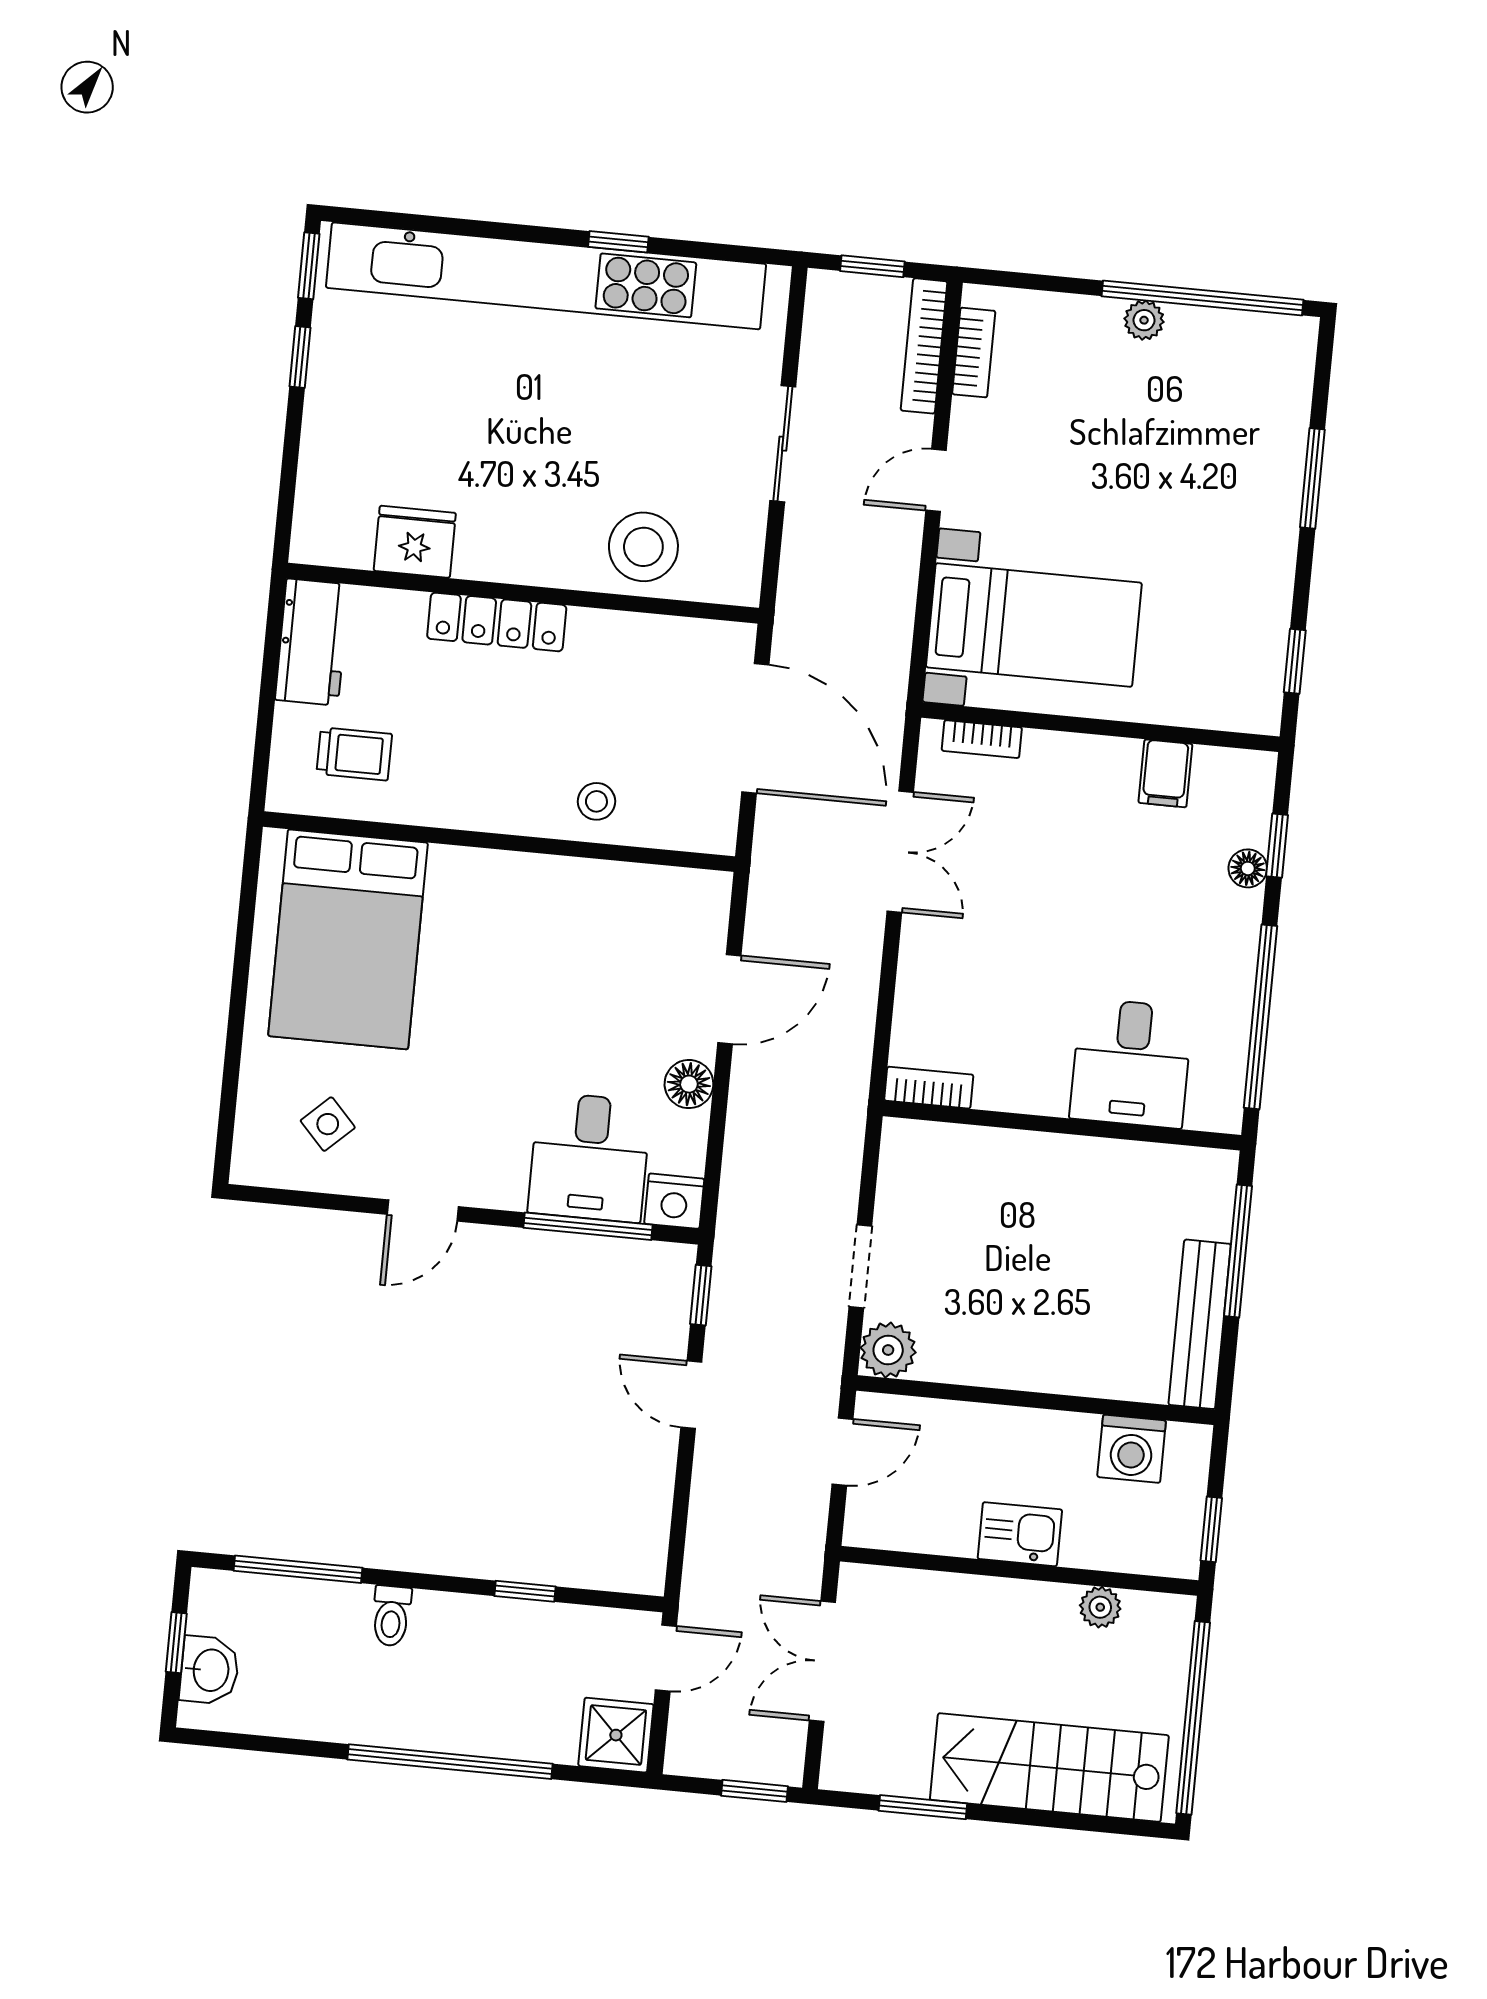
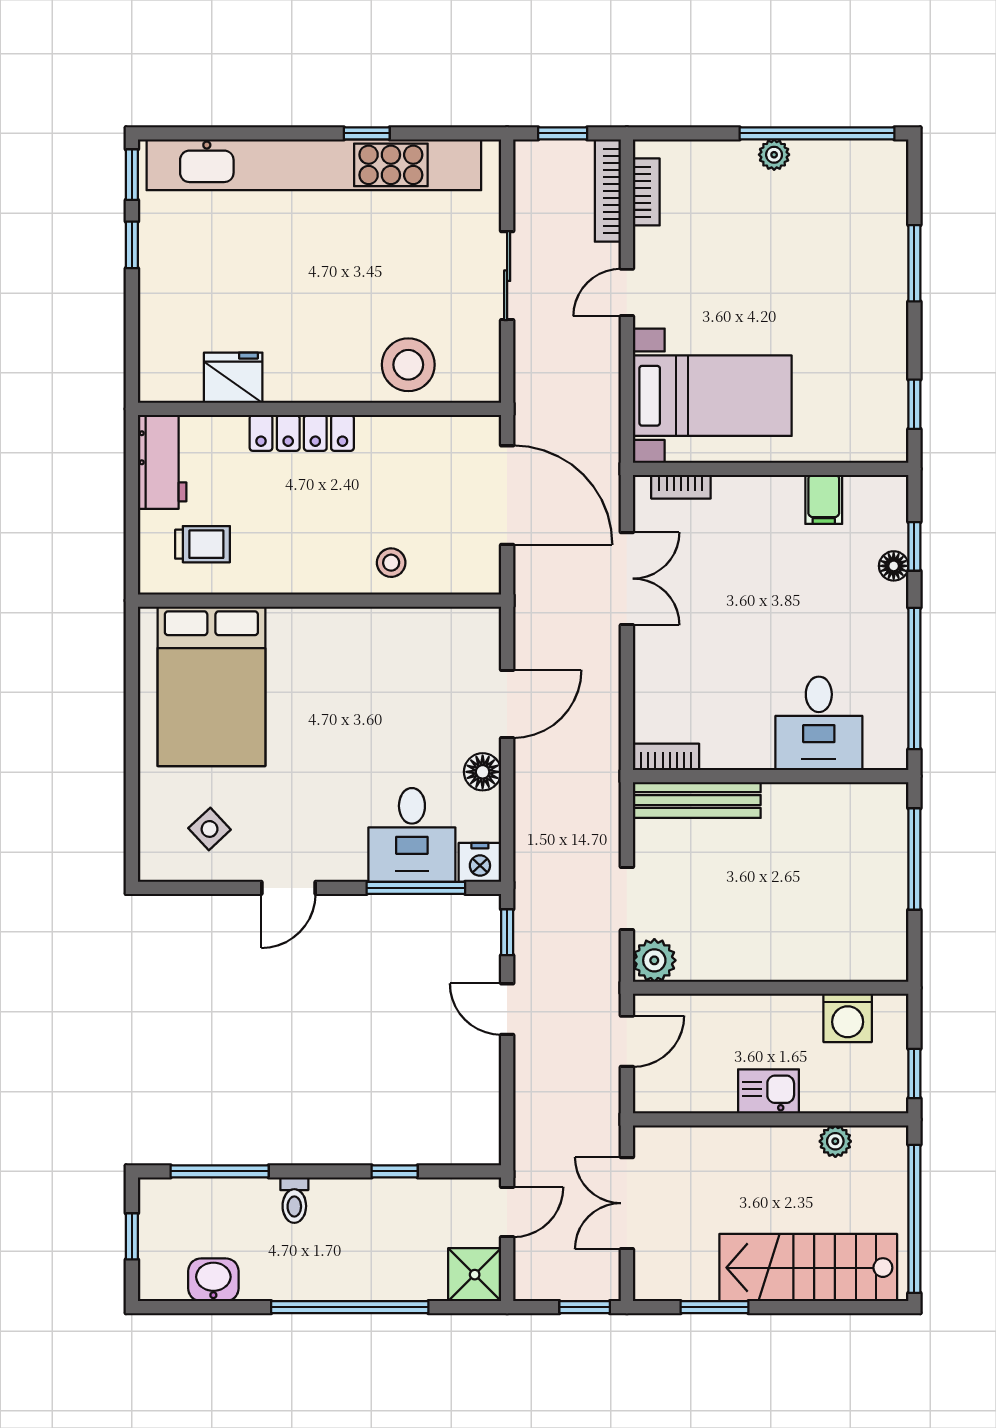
bench: (1200, 1324) -> (697, 800), moved, turned 90
washbasin: (209, 1670) -> (213, 1280), moved, turned -90

